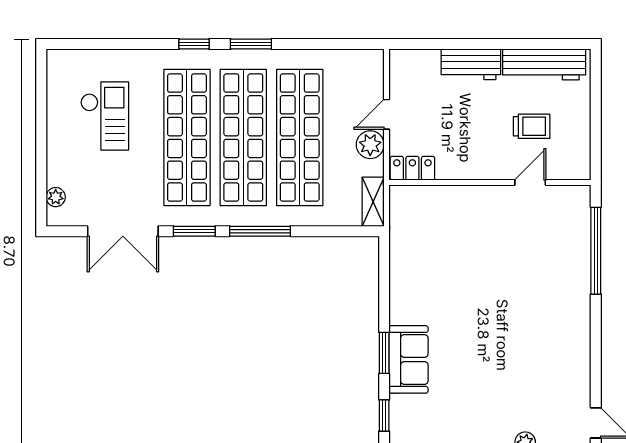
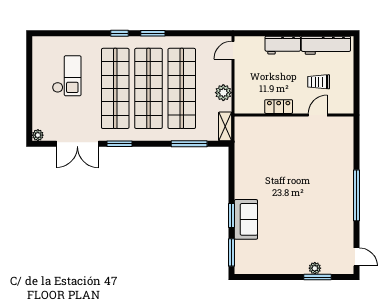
door: (387, 114) -> (233, 50), moved
trolley: (532, 126) -> (319, 82), turned 180
locker: (412, 168) -> (279, 107), moved
plant: (56, 197) -> (38, 135), moved
window: (260, 231) -> (189, 144), moved
window: (596, 251) -> (356, 195), moved
window: (384, 415) -> (232, 252), width x1.50

